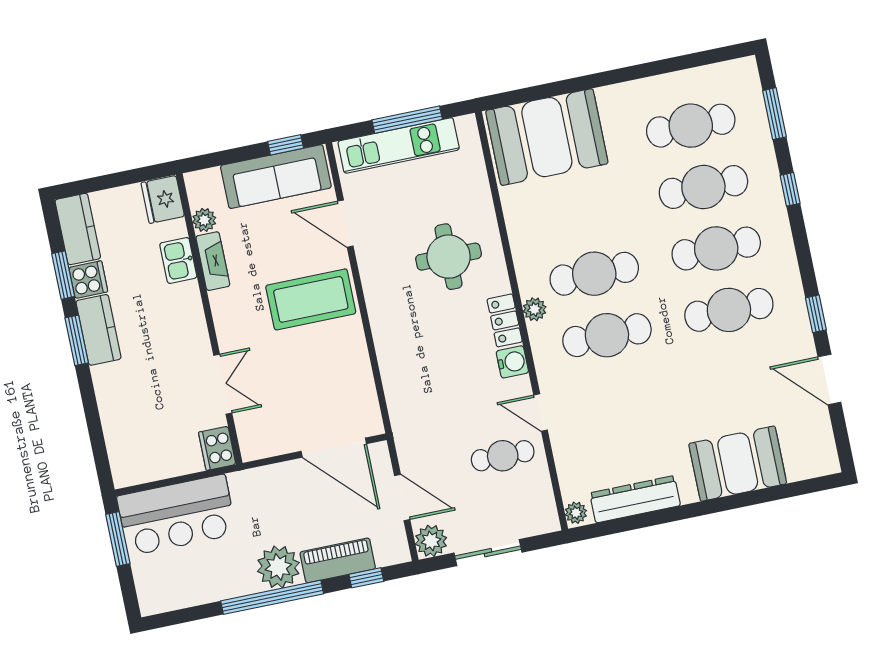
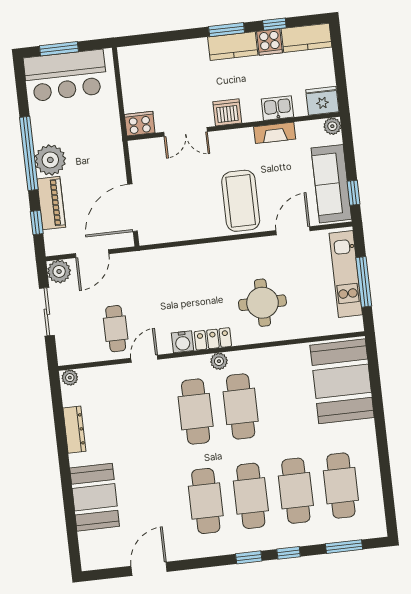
plant: (204, 220) -> (332, 126), moved
window: (63, 275) -> (274, 24), width x0.67
window: (816, 314) -> (249, 557), moved
dishwasher: (191, 329) -> (227, 112), added
dresser: (635, 499) -> (74, 430), width x0.73, depth x0.80
bar counter: (177, 515) -> (65, 76), moved, turned -90
window: (118, 539) -> (59, 49), moved

